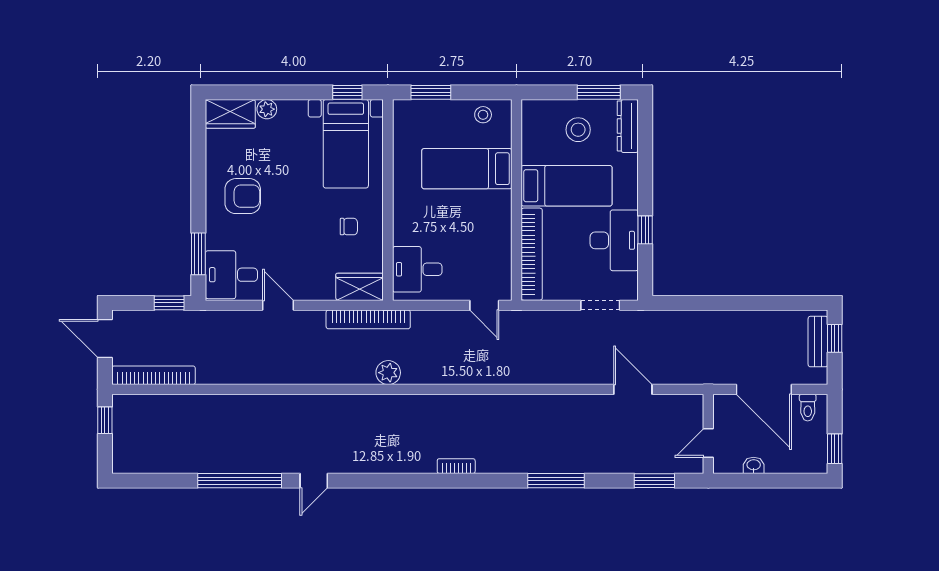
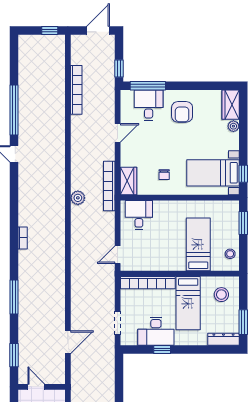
stool: (578, 130) -> (221, 295), moved
window: (198, 254) -> (148, 86), width x1.44
desk: (231, 275) -> (149, 105), moved
bookcase: (154, 375) -> (76, 90), moved

